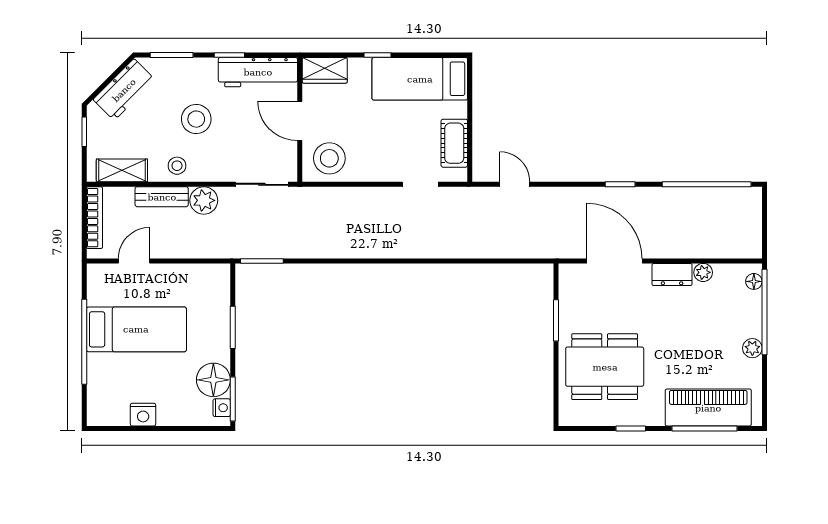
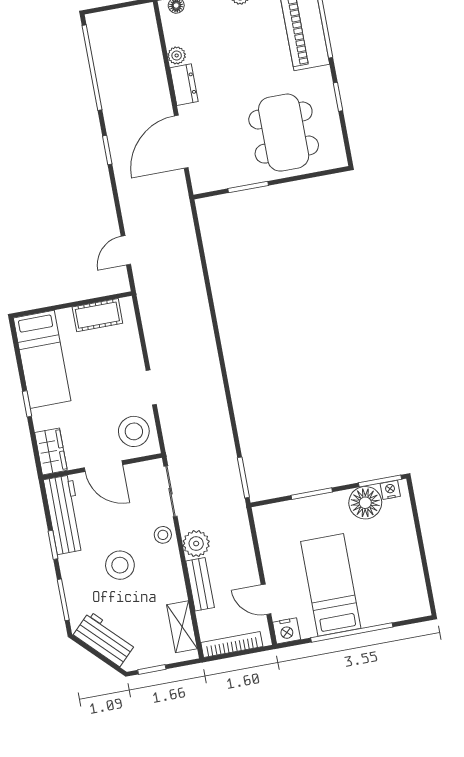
door: (300, 121) -> (103, 466), hinge flipped
stool: (177, 166) -> (163, 535), moved
doorway: (420, 184) -> (151, 388), moved
nightstand: (143, 415) -> (287, 631), moved, turned 90

